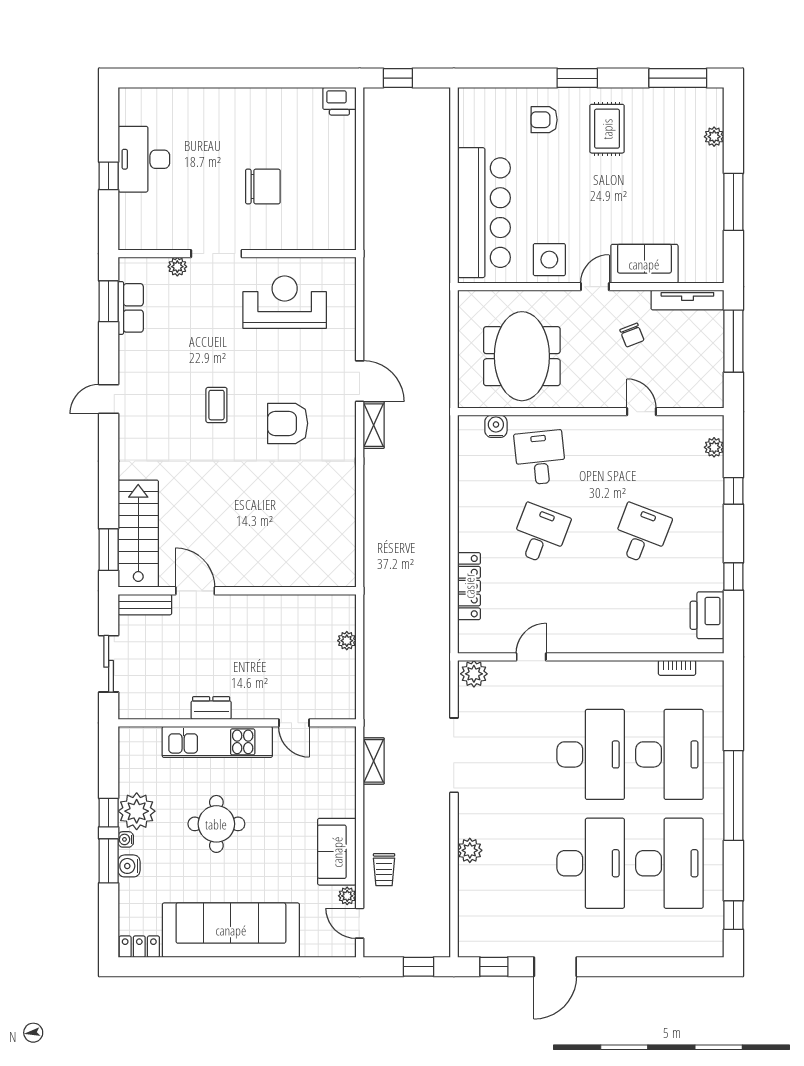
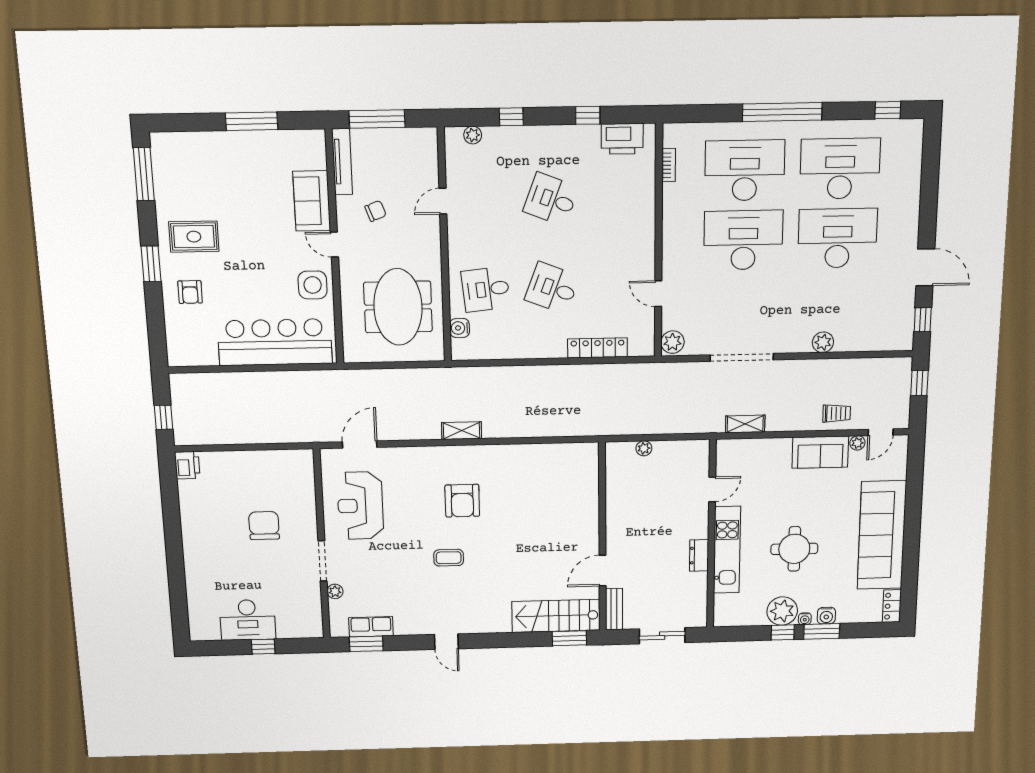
plant: (714, 137) -> (194, 140), removed
meeting table: (522, 356) -> (398, 307), turned 90
door: (360, 381) -> (360, 445), moved

